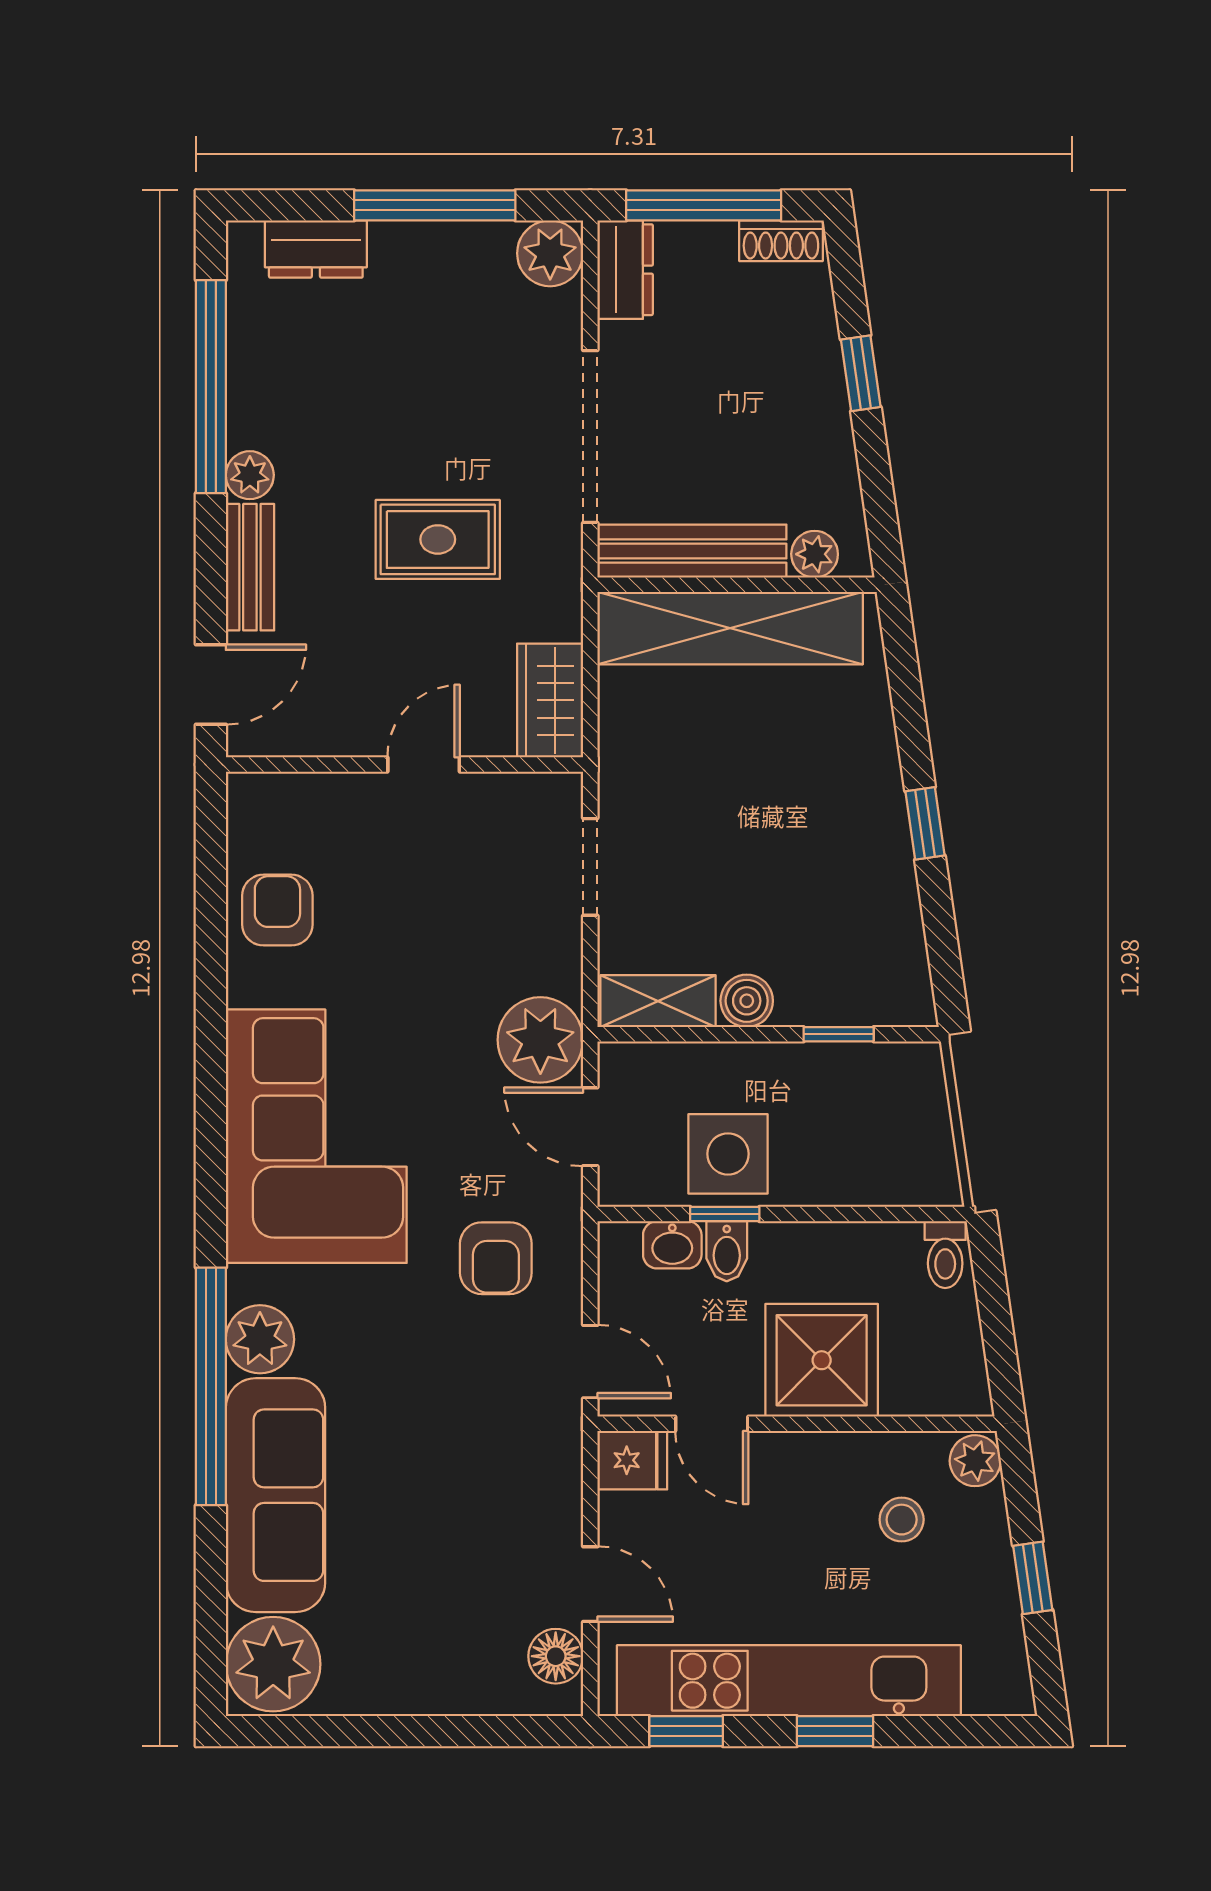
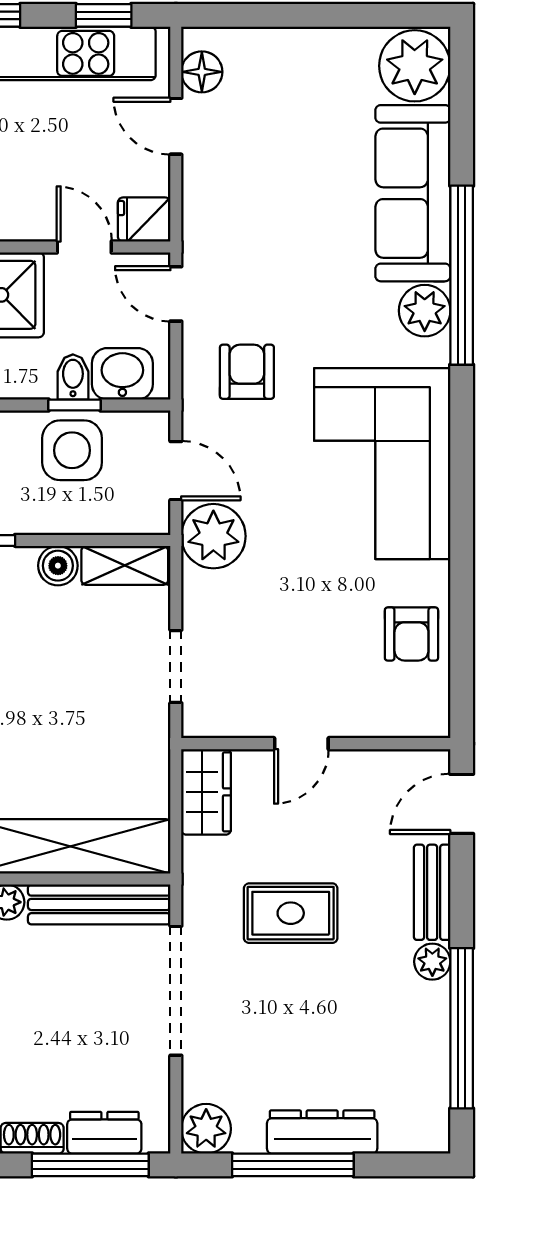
dresser: (316, 249) -> (322, 1132), moved, width x1.44
dresser: (625, 270) -> (104, 1133), moved, turned 90
washbasin: (672, 1245) -> (122, 374), width x1.38, depth x1.45

